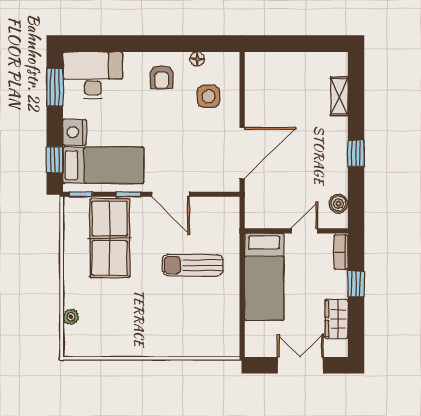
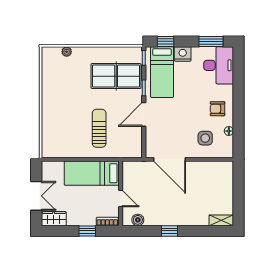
shelving: (339, 96) -> (221, 220), moved
wardrobe: (336, 319) -> (54, 219), moved

